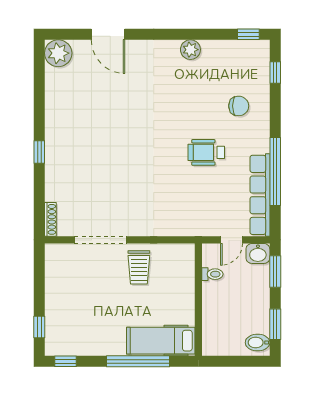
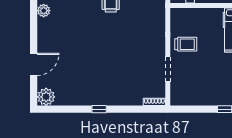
window: (39, 152) -> (99, 109), moved
doorway: (100, 240) -> (168, 69), width x0.73

